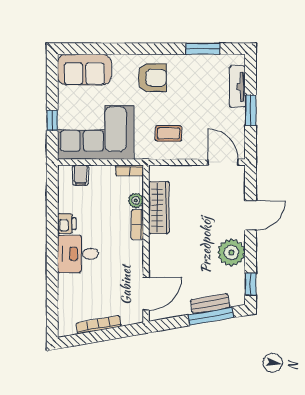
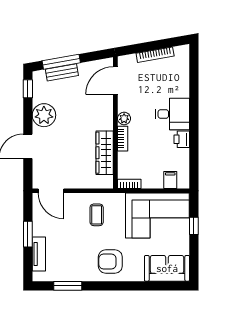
coffee table: (168, 133) -> (97, 215), turned 90
plant: (136, 200) -> (124, 118), moved

